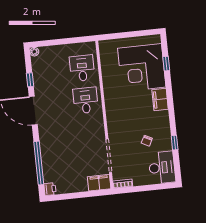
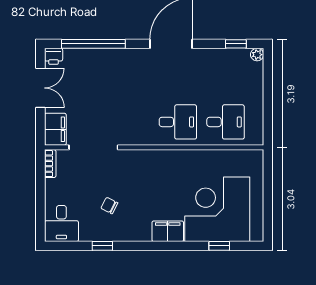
window: (30, 80) -> (236, 44), moved
desk: (162, 168) -> (61, 223), width x0.73
double door: (72, 196) -> (40, 88), added

